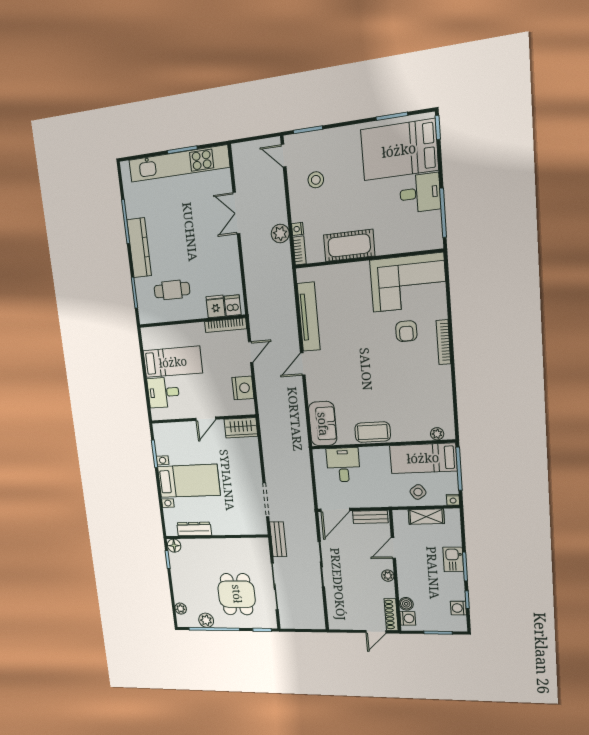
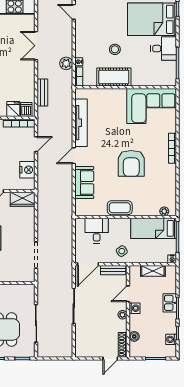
stool: (316, 180) -> (115, 49), moved
armchair: (406, 331) -> (131, 163), moved, width x1.88, depth x1.88
sofa: (323, 424) -> (84, 183), moved
side table: (418, 492) -> (122, 251), moved
bench: (278, 539) -> (42, 93), moved
washing machine: (408, 618) -> (135, 308), moved

